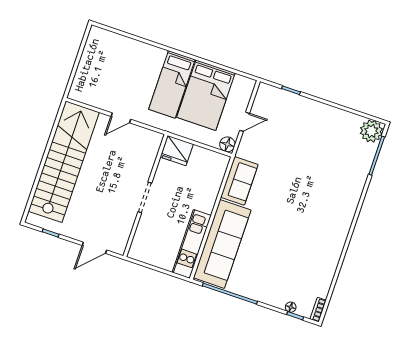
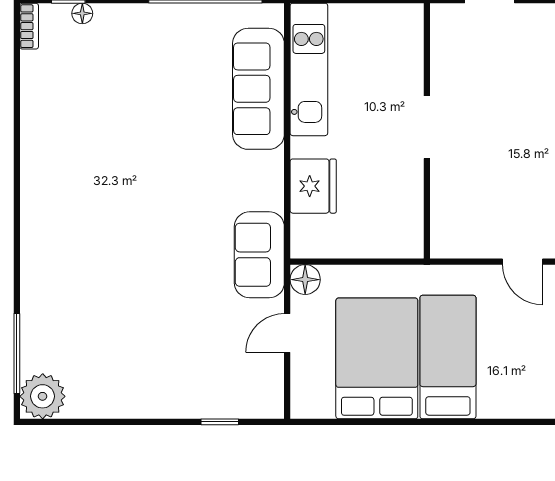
door: (121, 118) -> (523, 262), swing flipped
fridge: (177, 151) -> (313, 186), moved, turned 90
sofa: (239, 181) -> (259, 255), moved
sofa: (222, 244) -> (258, 89), width x0.74, depth x0.79

